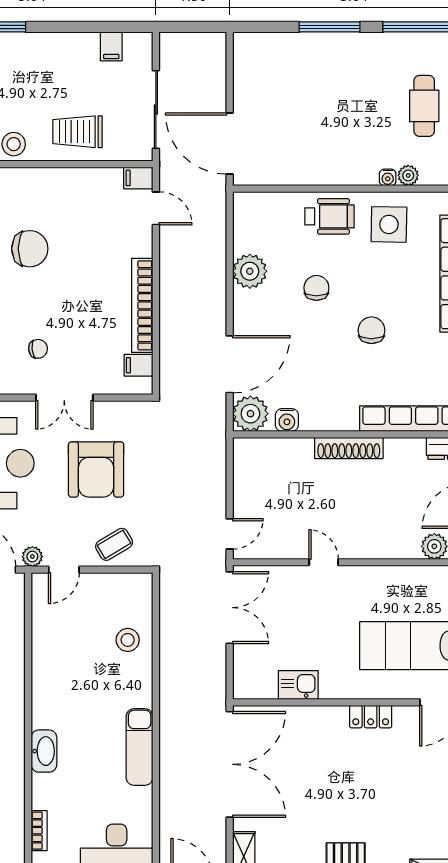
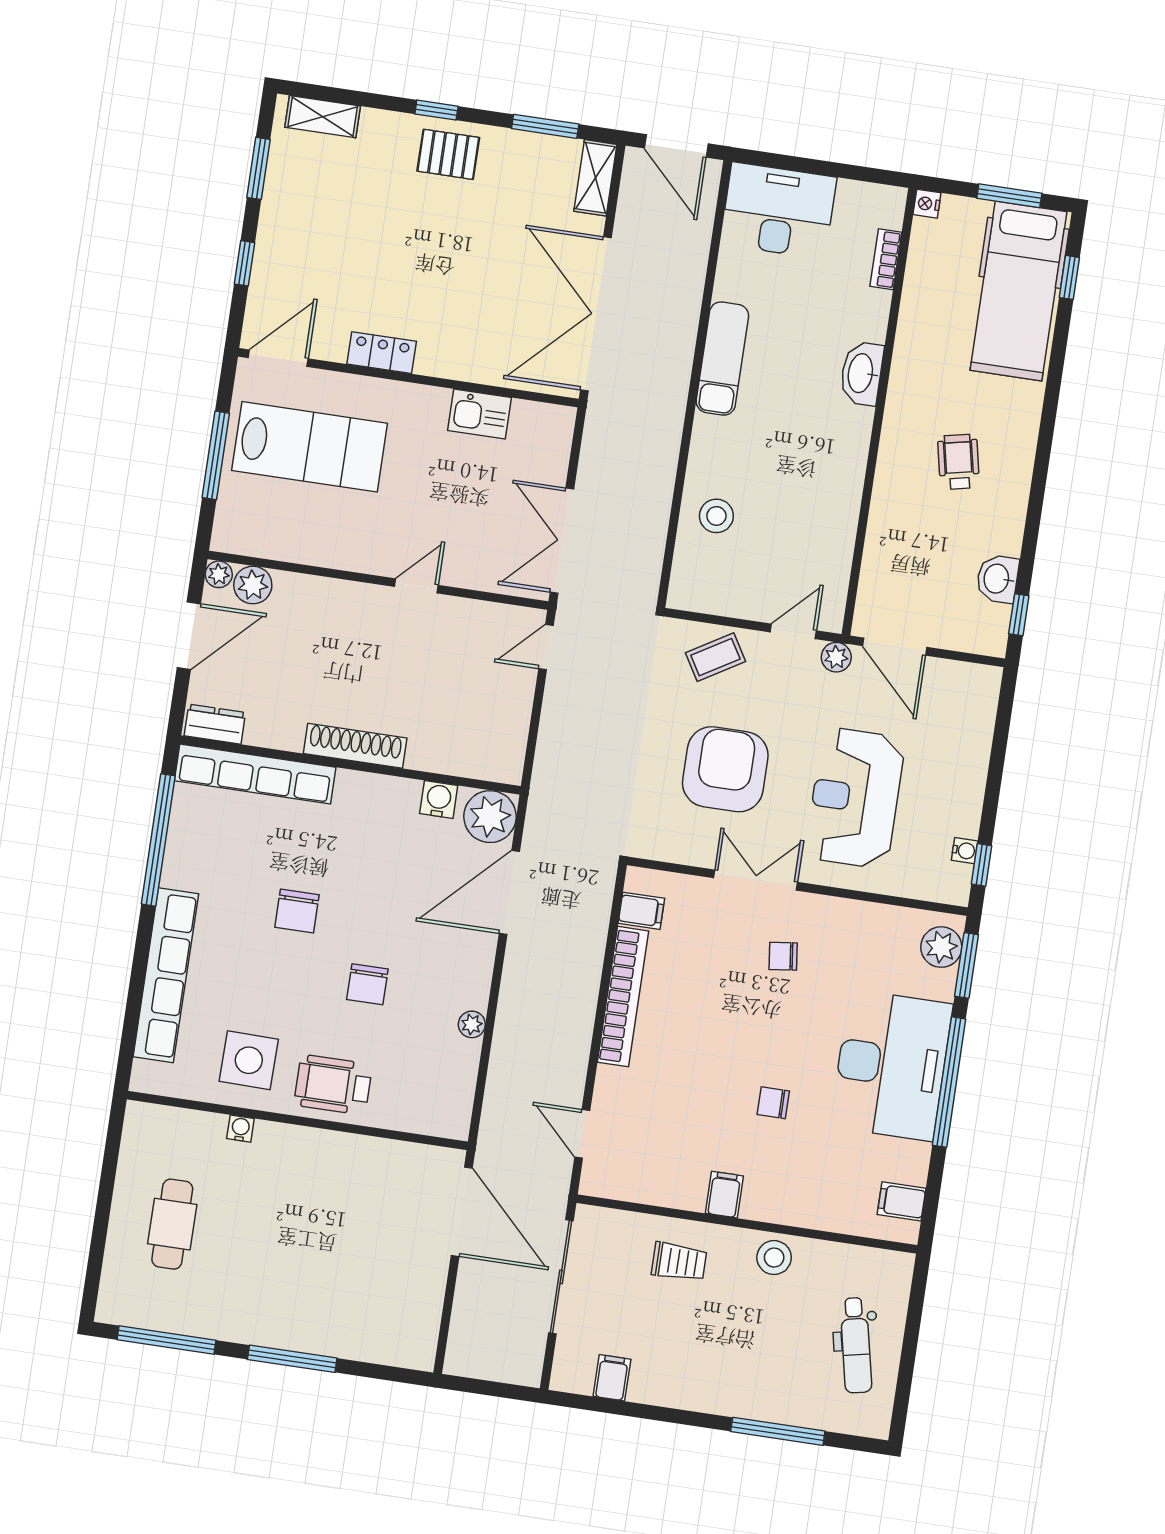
trolley: (78, 132) -> (679, 1262), width x0.73, depth x0.72
plant: (408, 175) -> (210, 1127), removed
filing cabinet: (138, 178) -> (724, 1195), moved, turned -90
chair: (30, 249) -> (773, 1103), width x0.54, depth x0.54
plant: (250, 271) -> (472, 1024), width x0.53, depth x0.53
door: (324, 562) -> (416, 586), swing flipped

